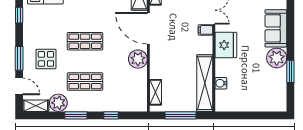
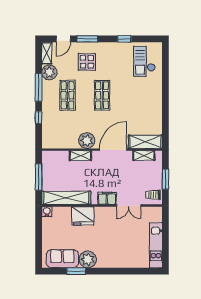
sofa: (276, 28) -> (62, 259), moved
filing cabinet: (205, 30) -> (107, 198), width x2.00
fridge: (226, 45) -> (83, 216), moved
water cooler: (221, 83) -> (47, 212), moved
shelving: (156, 92) -> (80, 156), moved
window: (76, 115) -> (39, 87), width x1.44

